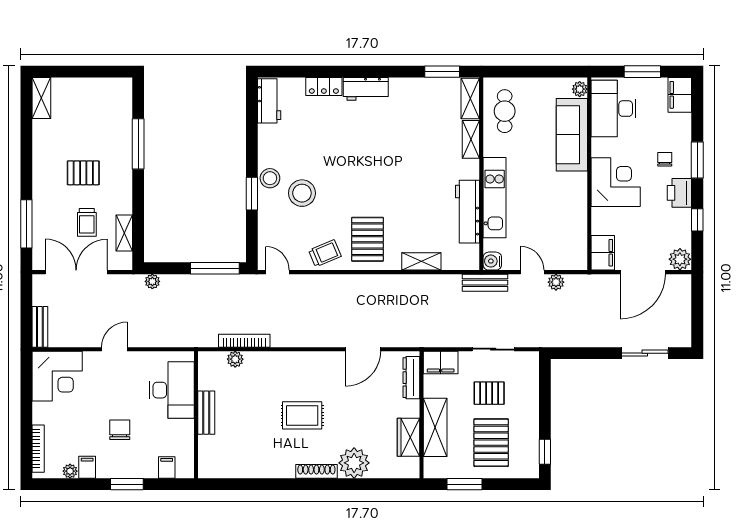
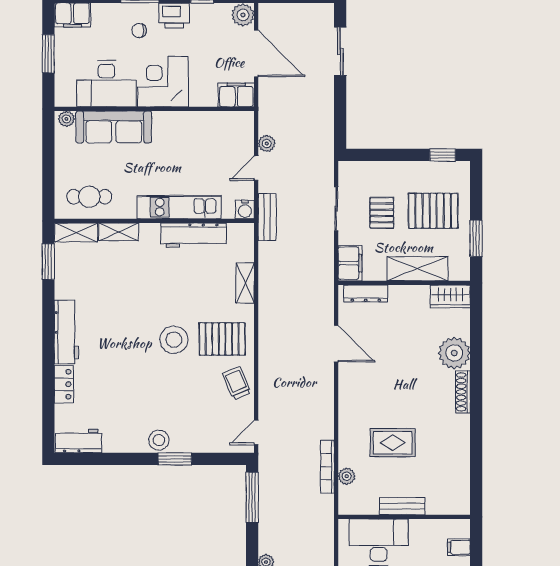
workbench: (366, 89) -> (66, 332), width x1.37
desk: (614, 109) -> (106, 84), moved
stool: (302, 193) -> (174, 340), moved
rug: (302, 415) -> (393, 443), moved, turned 90
wardrobe: (409, 437) -> (450, 296), moved

